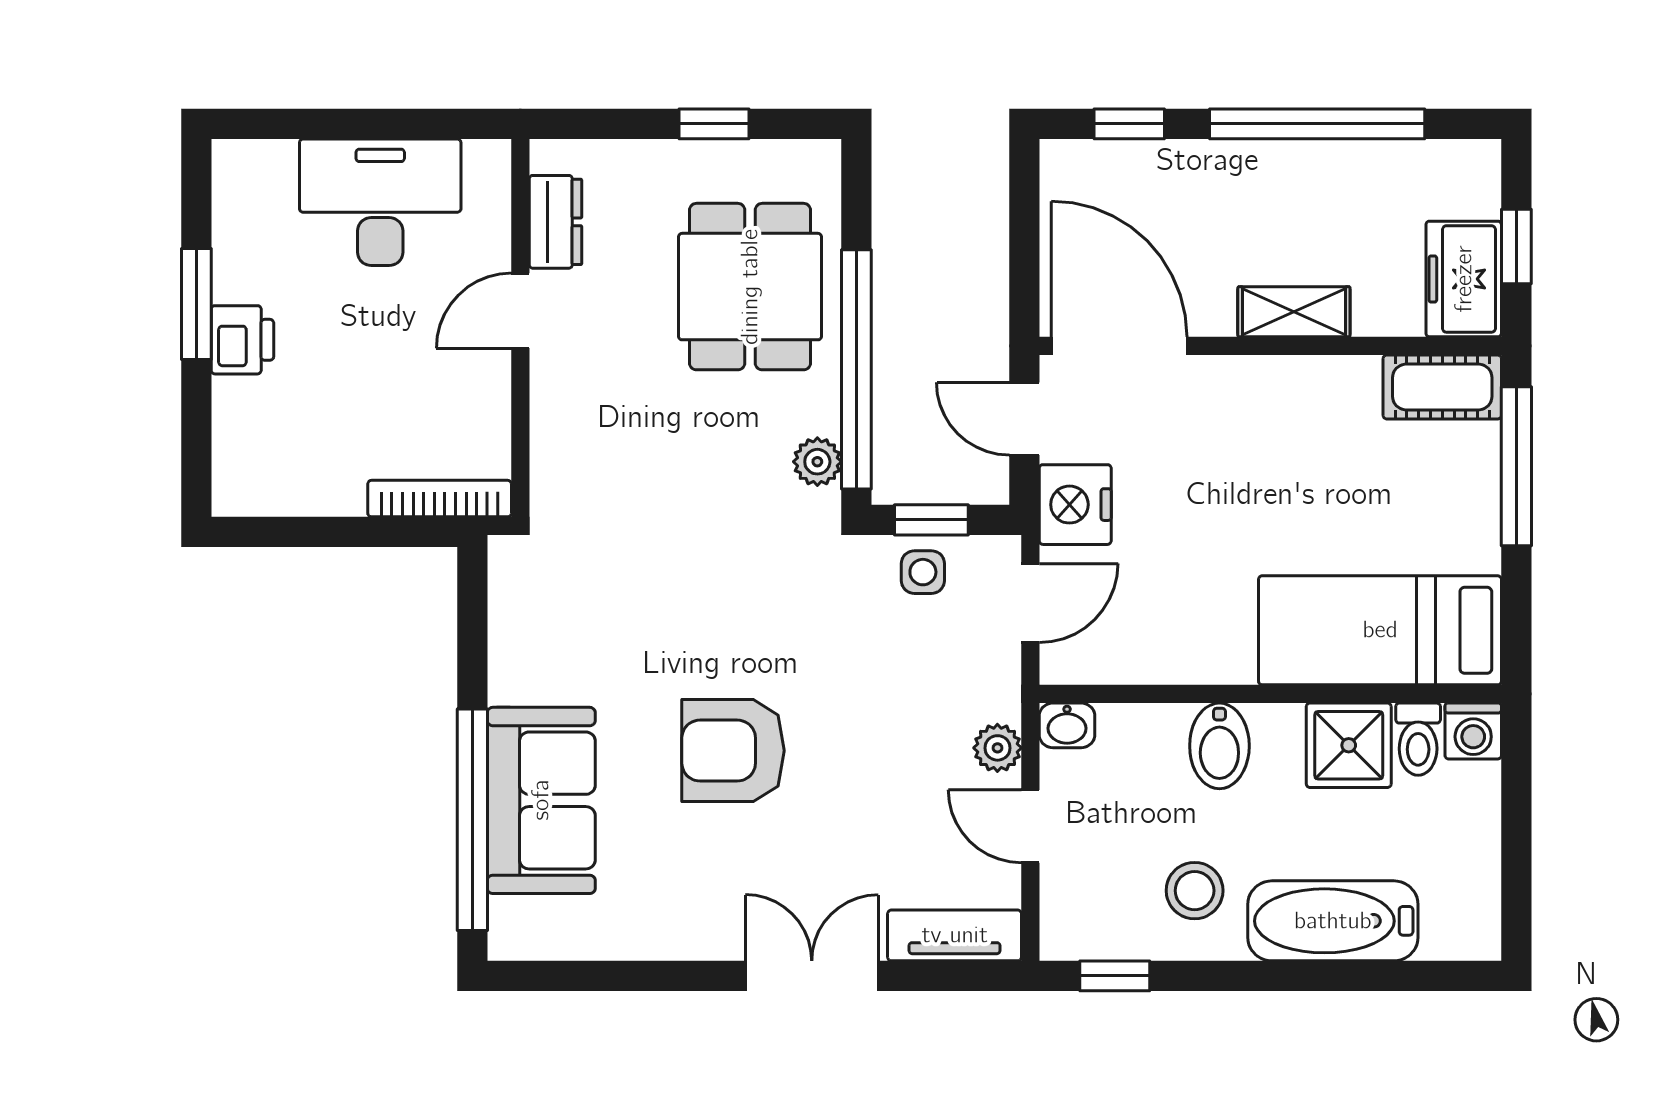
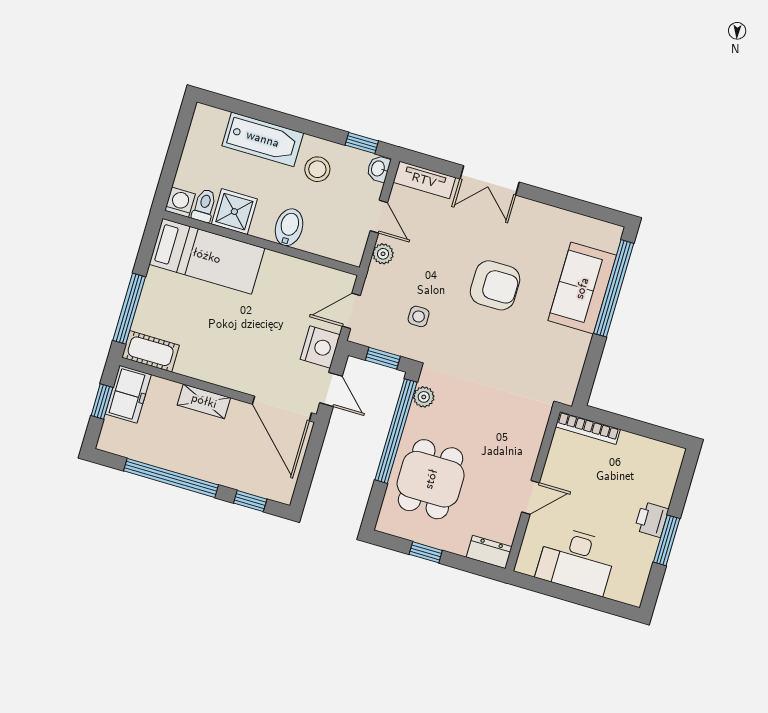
dresser: (555, 222) -> (489, 552), moved, turned 90
side table: (923, 572) -> (419, 316), moved
washbasin: (1067, 725) -> (378, 169), moved, turned -90

